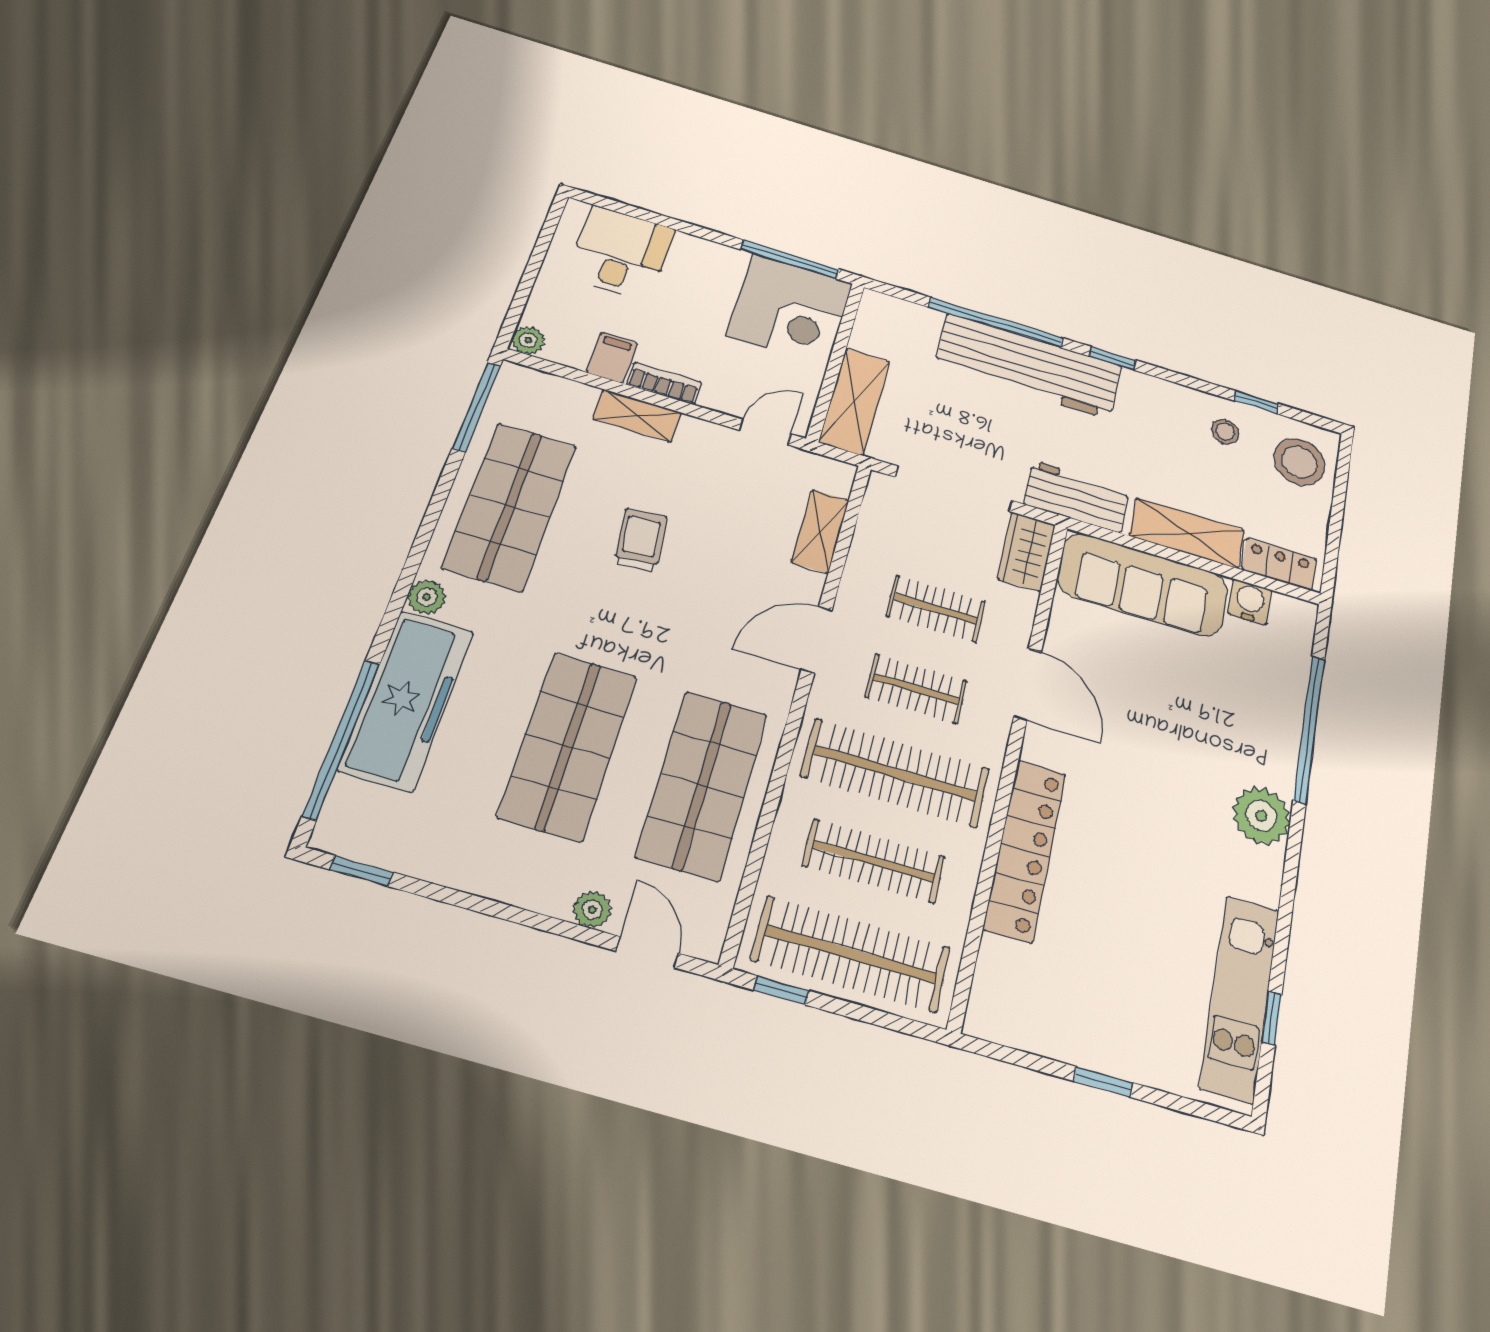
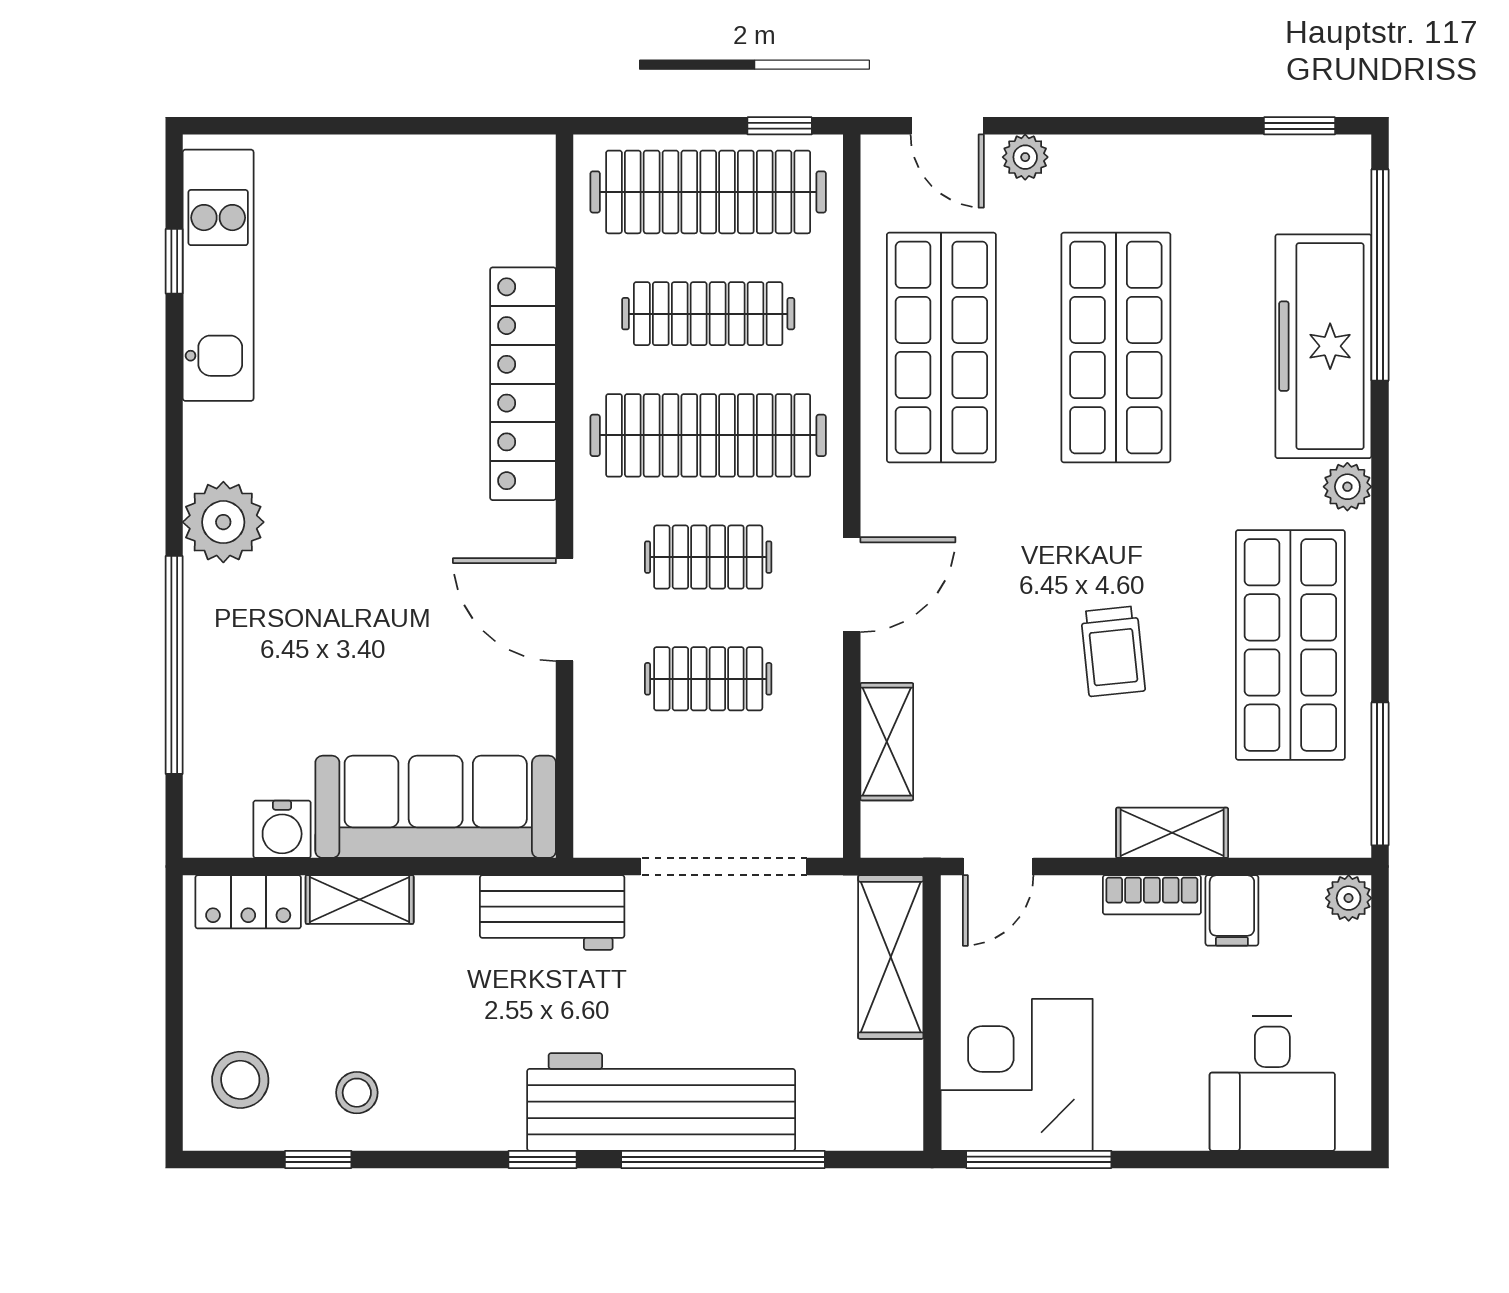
stool: (1299, 462) -> (240, 1080), width x0.73, depth x0.73
shelving: (1187, 533) -> (360, 900), width x0.67, depth x0.75
wardrobe: (1026, 552) -> (605, 803), removed
window: (1103, 1082) -> (372, 126), removed

